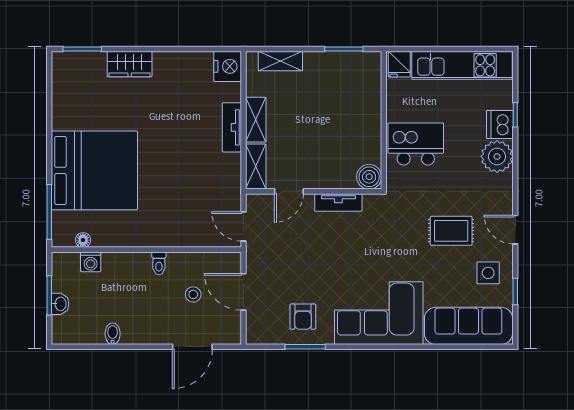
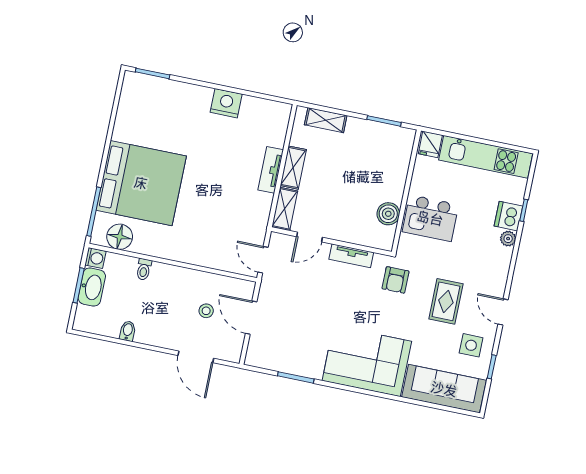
wardrobe: (130, 64) -> (192, 95), removed
nightstand: (228, 66) -> (226, 103), moved, turned -90
kitchen island: (416, 144) -> (430, 218), turned 180
plant: (497, 156) -> (508, 239), width x0.53, depth x0.53
boiler: (369, 177) -> (388, 214), moved
rug: (451, 231) -> (446, 301), turned 90
floor lamp: (83, 240) -> (120, 237), width x1.89, depth x1.89
washing machine: (91, 262) -> (95, 258), moved, turned -90
toilet: (159, 263) -> (144, 269), moved
washbasin: (60, 304) -> (92, 287), width x1.91, depth x1.45
armchair: (303, 317) -> (395, 280), moved
door: (192, 347) -> (196, 357), hinge flipped

